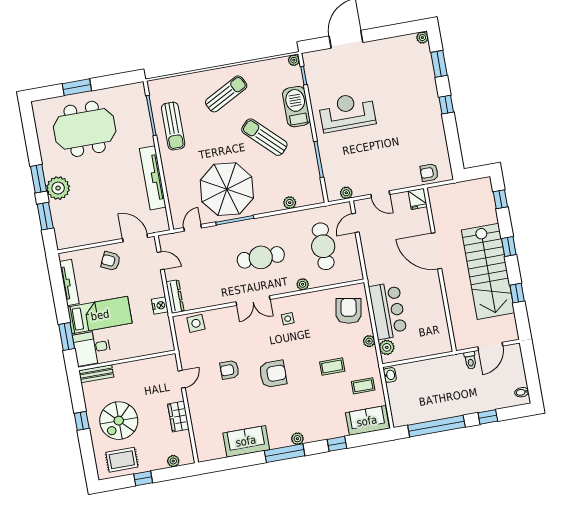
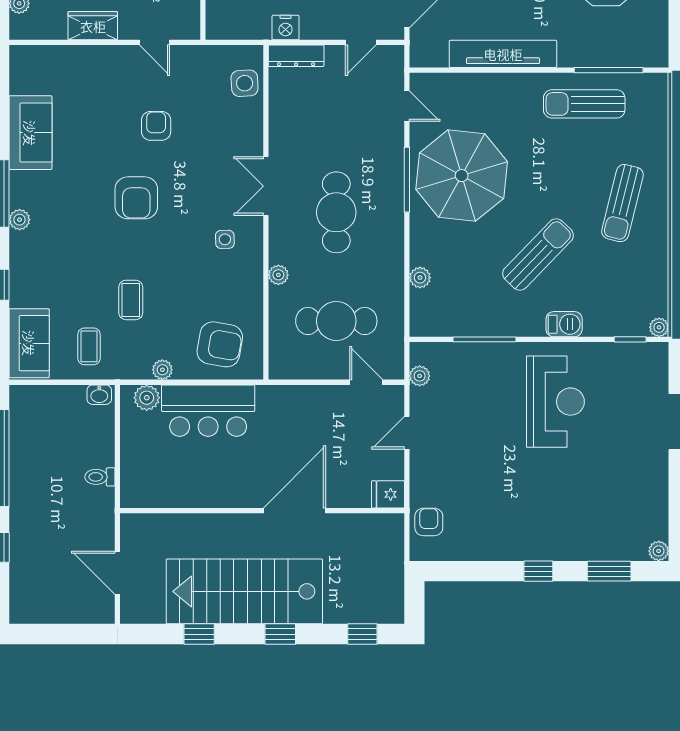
sun lounger: (226, 94) -> (622, 203), turned 42
barbecue: (296, 107) -> (564, 324), width x0.53, depth x0.65
toilet: (470, 360) -> (100, 477), moved
bidet: (522, 392) -> (31, 612), removed

